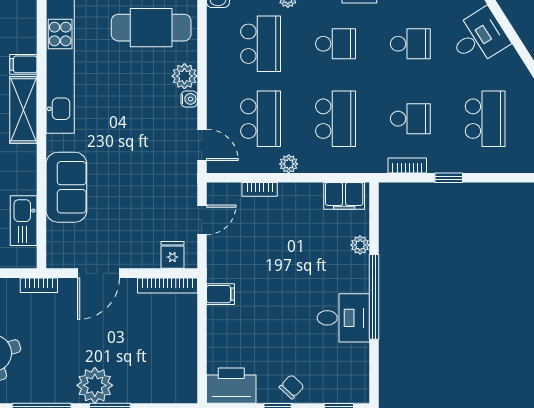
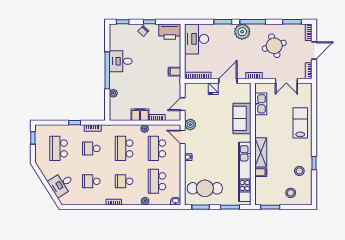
plant: (184, 76) -> (190, 125), moved
filing cabinet: (344, 196) -> (140, 115), moved
fridge: (172, 255) -> (213, 89), moved
desk: (170, 369) -> (197, 39), added
plant: (95, 385) -> (242, 32), moved

